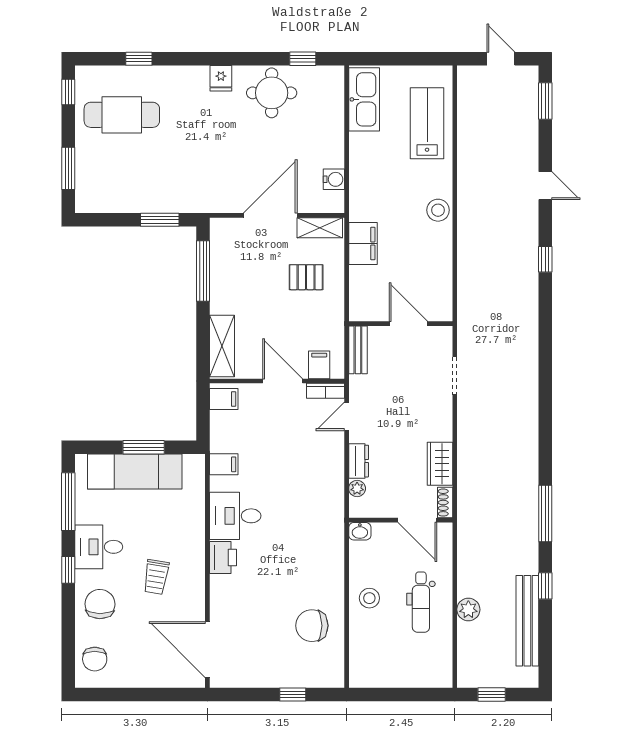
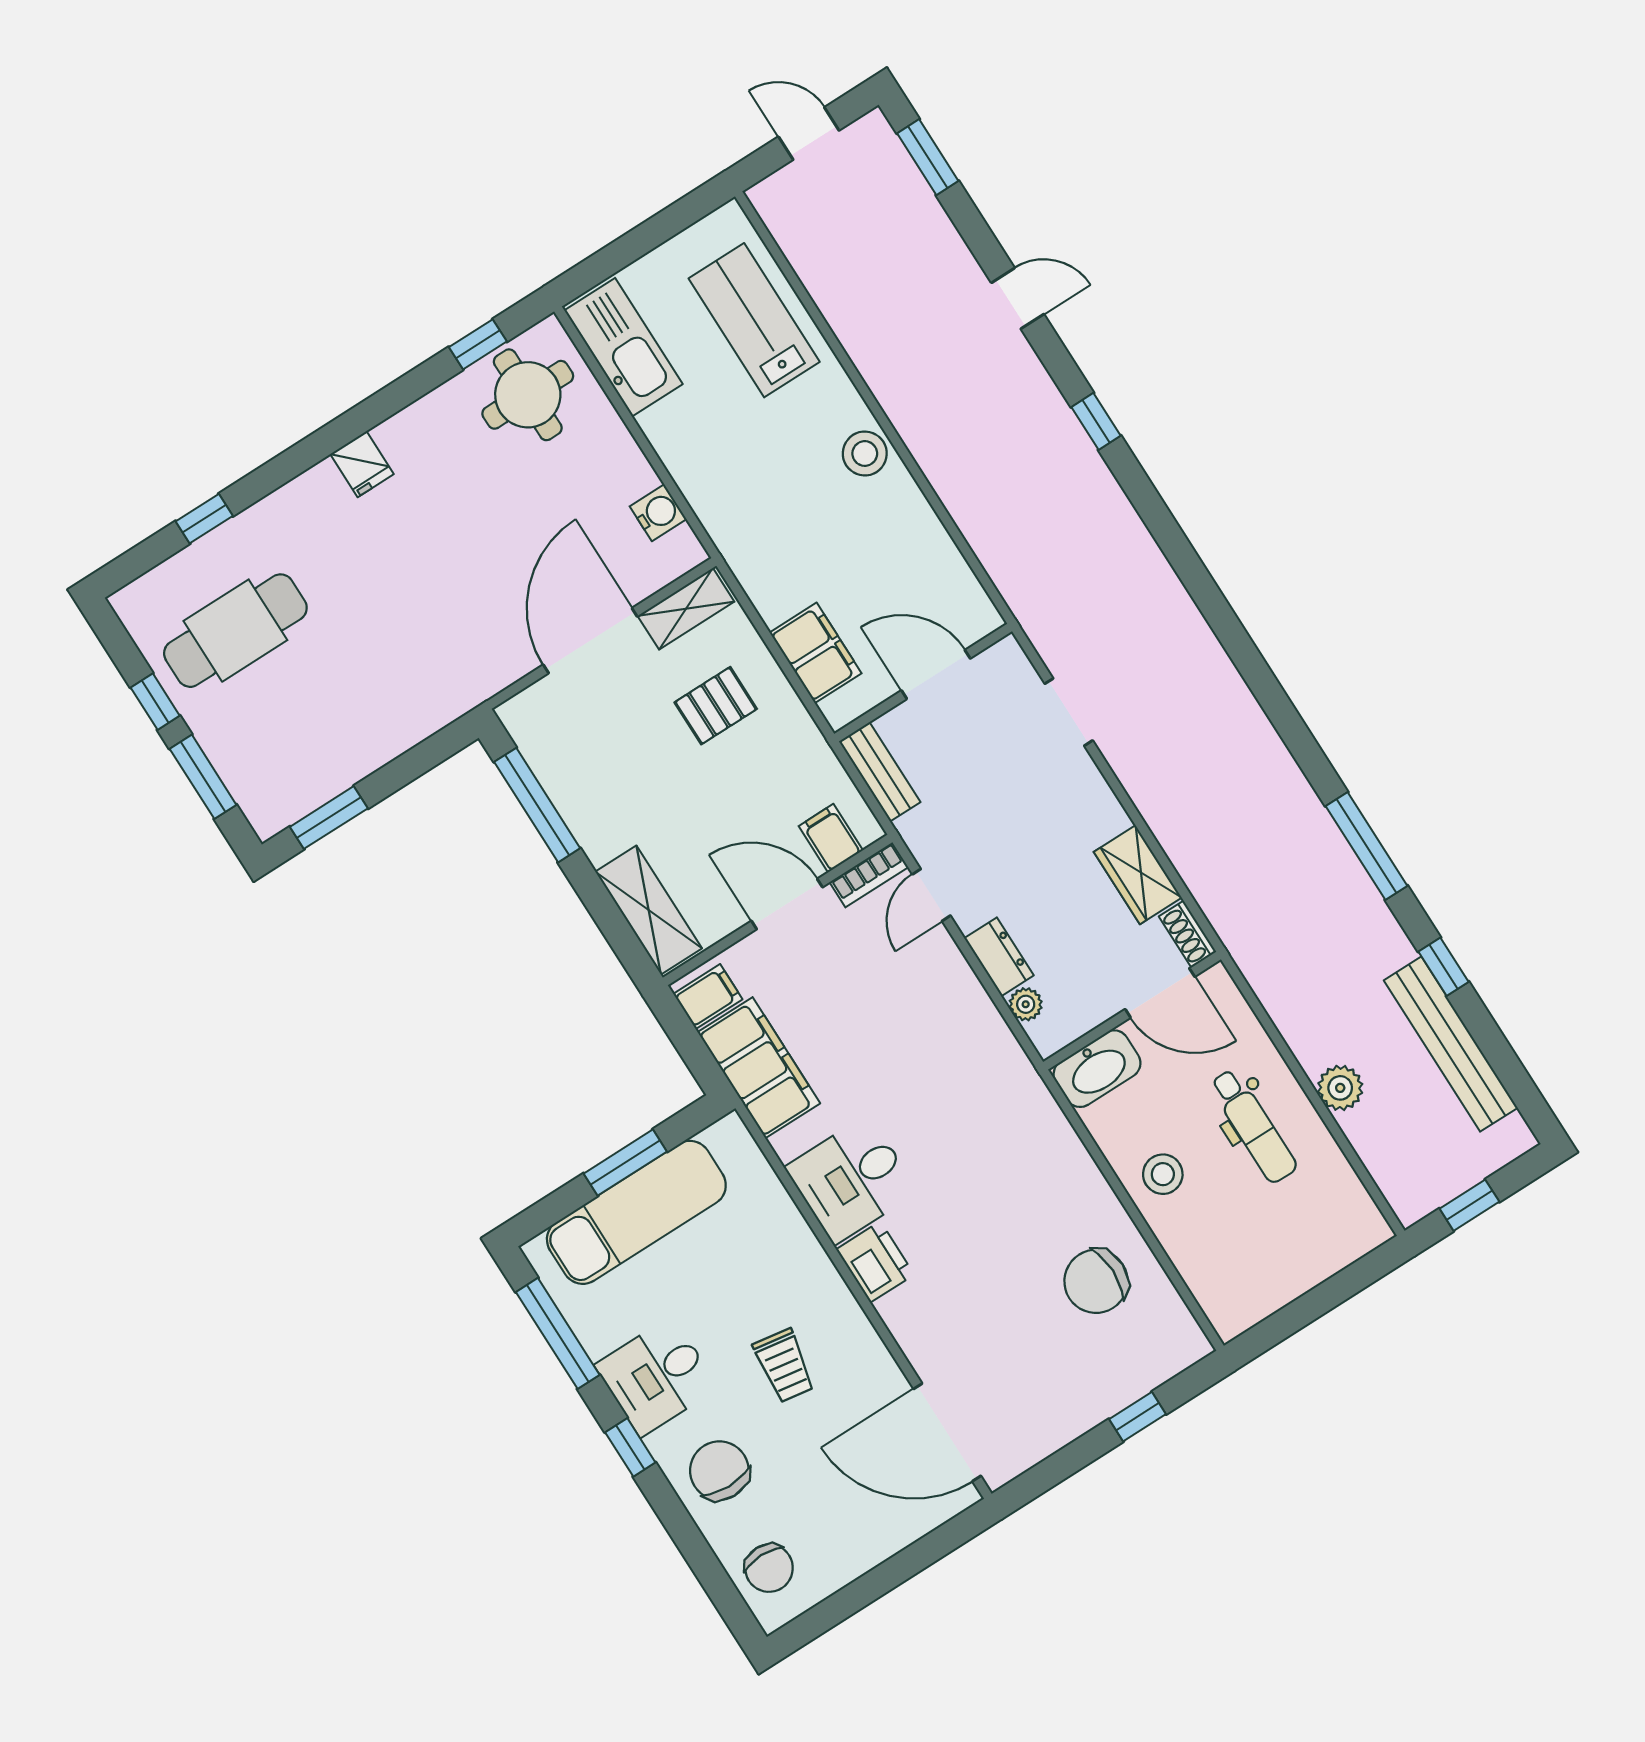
window: (68, 92) -> (155, 702), moved
round table: (272, 93) -> (528, 395), moved
window: (160, 220) -> (329, 818), moved
filing cabinet: (363, 244) -> (816, 653), moved
filing cabinet: (224, 464) -> (759, 1068), width x3.00, depth x1.17
washbasin: (360, 531) -> (1097, 1069), width x1.91, depth x1.45

